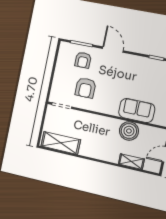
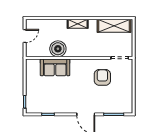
armchair: (83, 60) -> (110, 101), removed
shelving: (131, 162) -> (78, 24), moved

